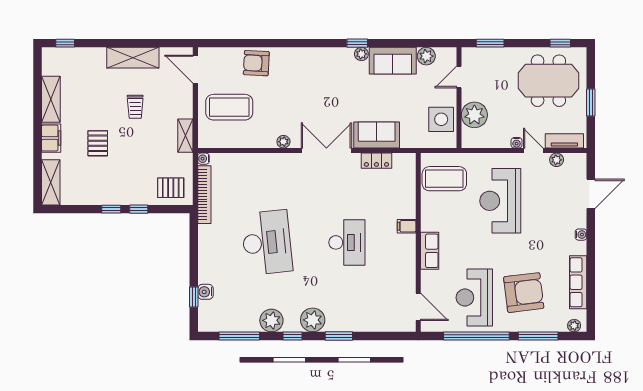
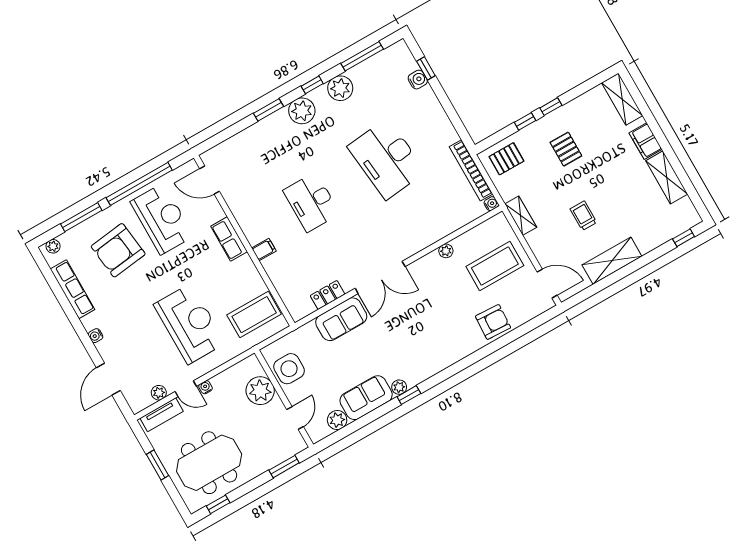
plant: (283, 142) -> (446, 251), moved
pallet: (98, 143) -> (566, 149), moved

